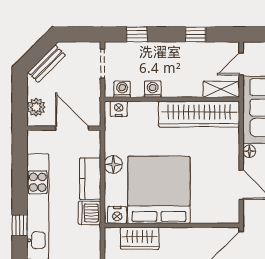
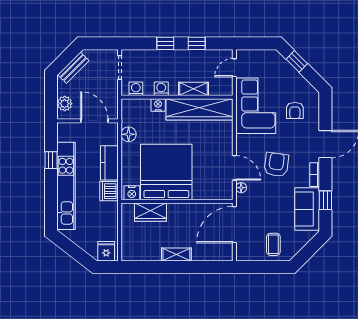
window: (137, 34) -> (165, 43), moved
shelving: (221, 89) -> (194, 89), moved
nightstand: (119, 109) -> (158, 105), moved
floor lamp: (249, 151) -> (241, 188), moved
floor lamp: (113, 165) -> (129, 134), moved
window: (20, 225) -> (51, 160), moved

